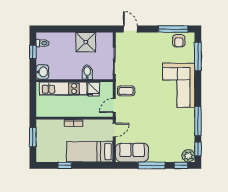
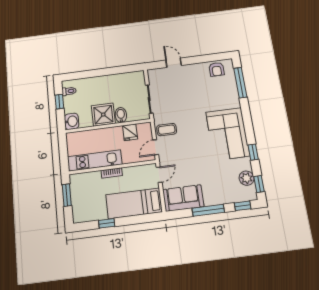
door: (130, 29) -> (174, 63), moved
window: (173, 29) -> (208, 58), removed
shower: (86, 42) -> (103, 115), moved
corner sofa: (179, 85) -> (228, 134), moved
kitchen unit: (63, 89) -> (95, 160), moved, turned 180
window: (198, 121) -> (253, 152), width x0.46
plant: (188, 156) -> (247, 178), moved

